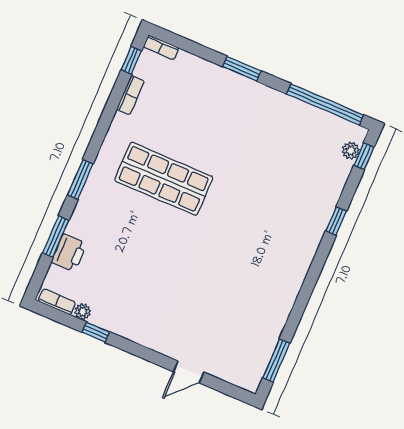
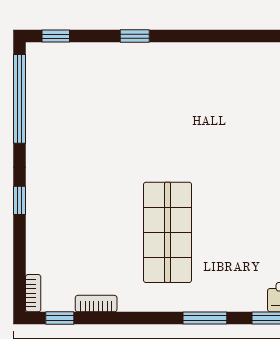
window: (242, 69) -> (20, 200), width x0.67
plant: (351, 151) -> (56, 52), removed

